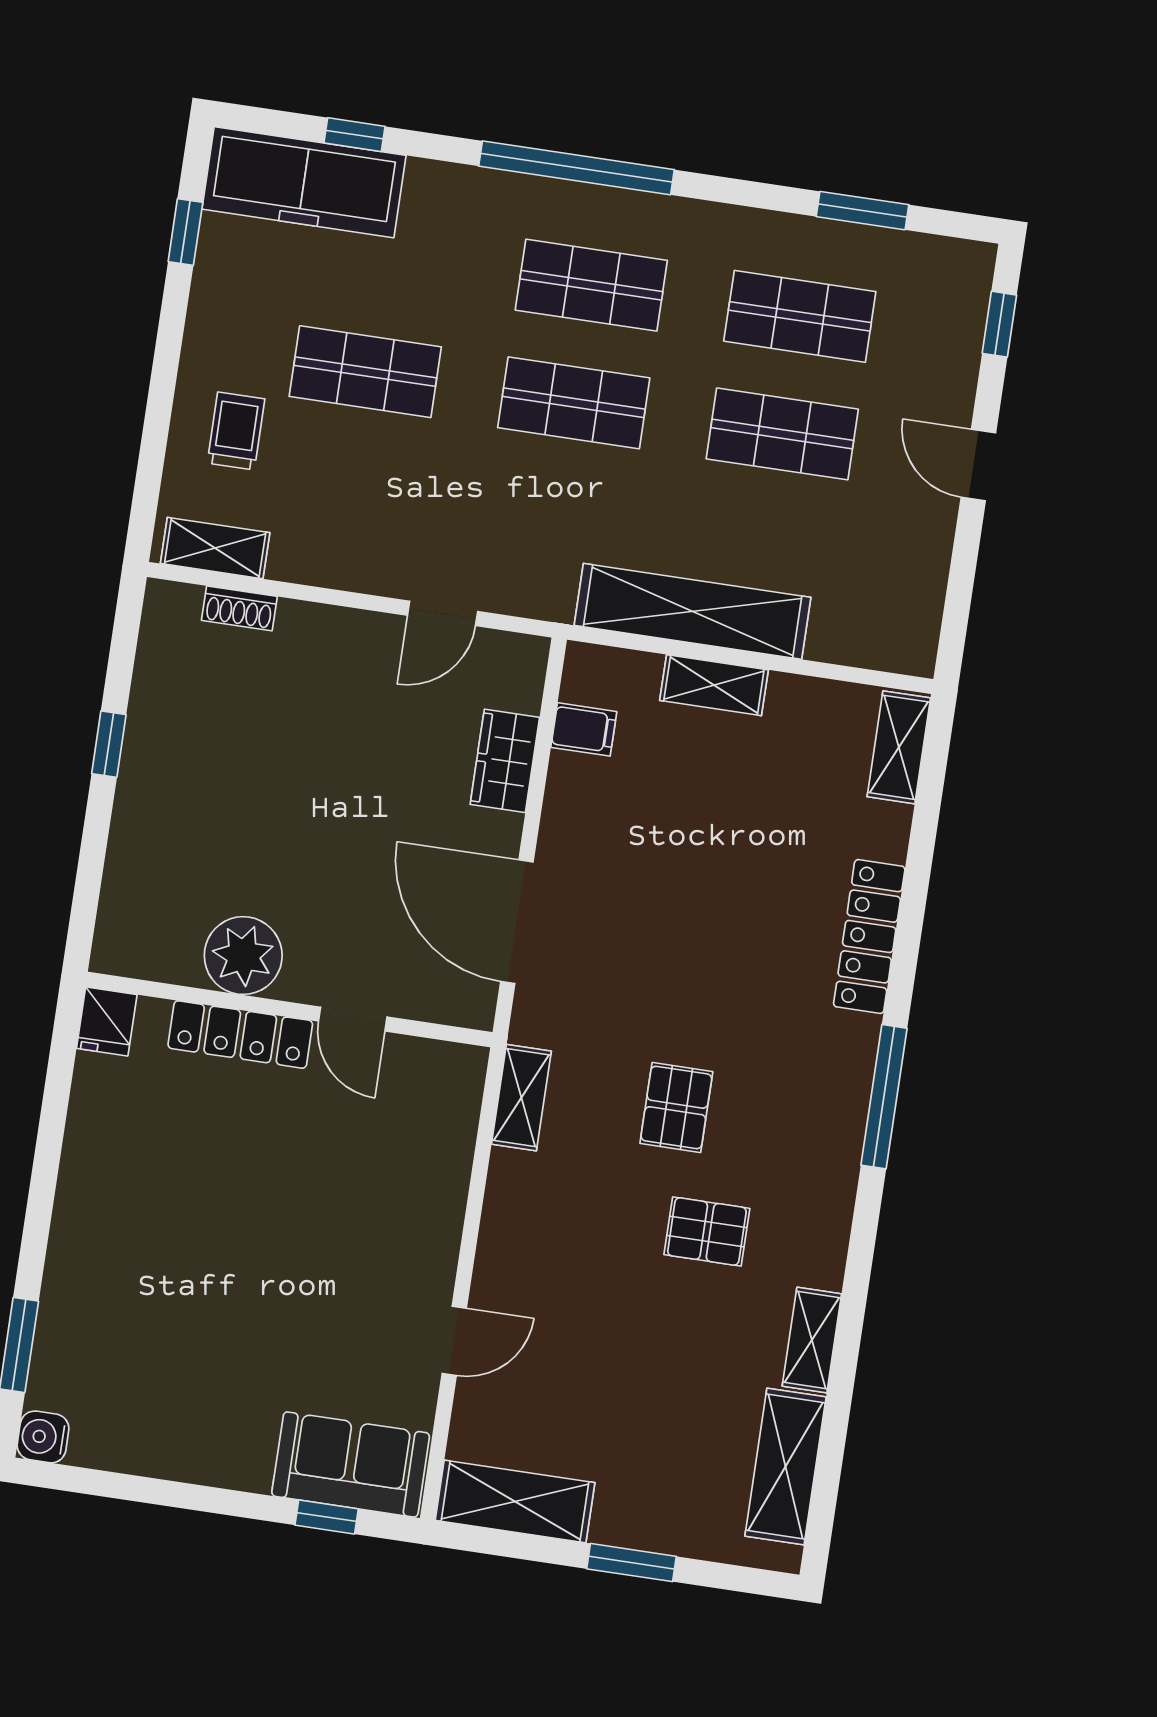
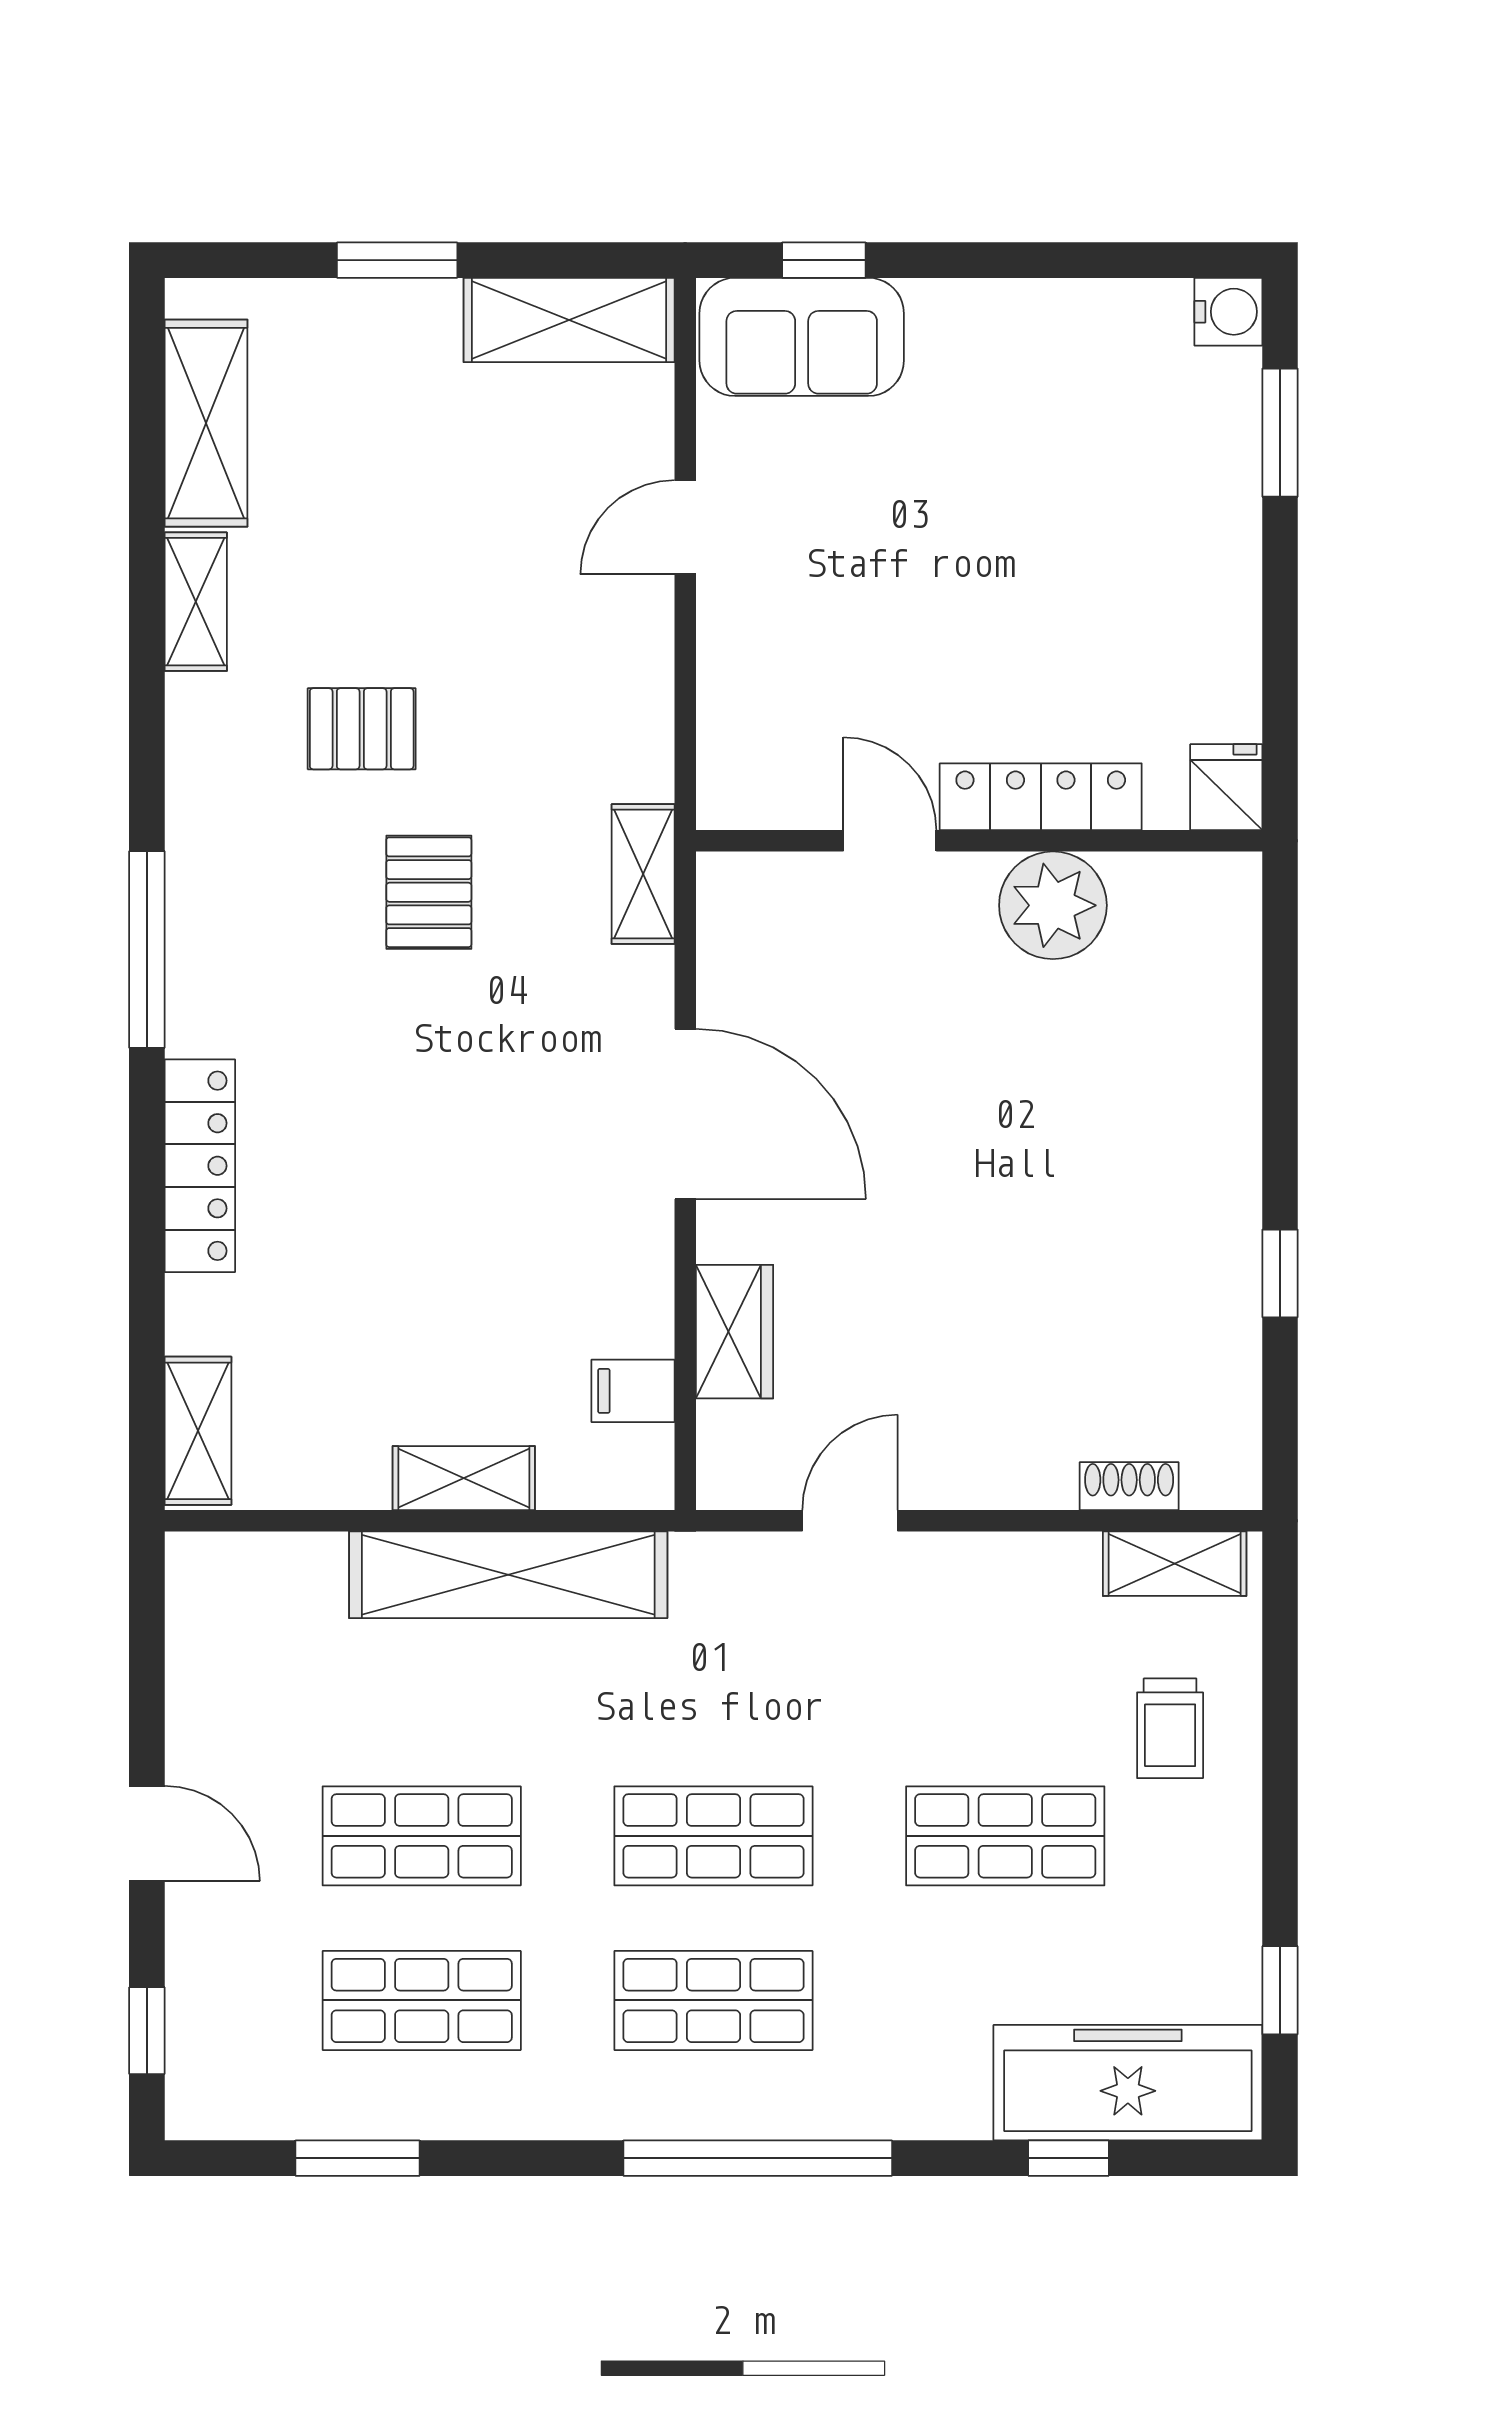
plant: (243, 956) -> (1053, 905), moved
wall: (289, 1010) -> (979, 841), moved
door: (353, 1019) -> (890, 841), moved
fridge: (107, 1021) -> (1226, 787), moved
locker: (240, 1034) -> (1041, 797), moved

